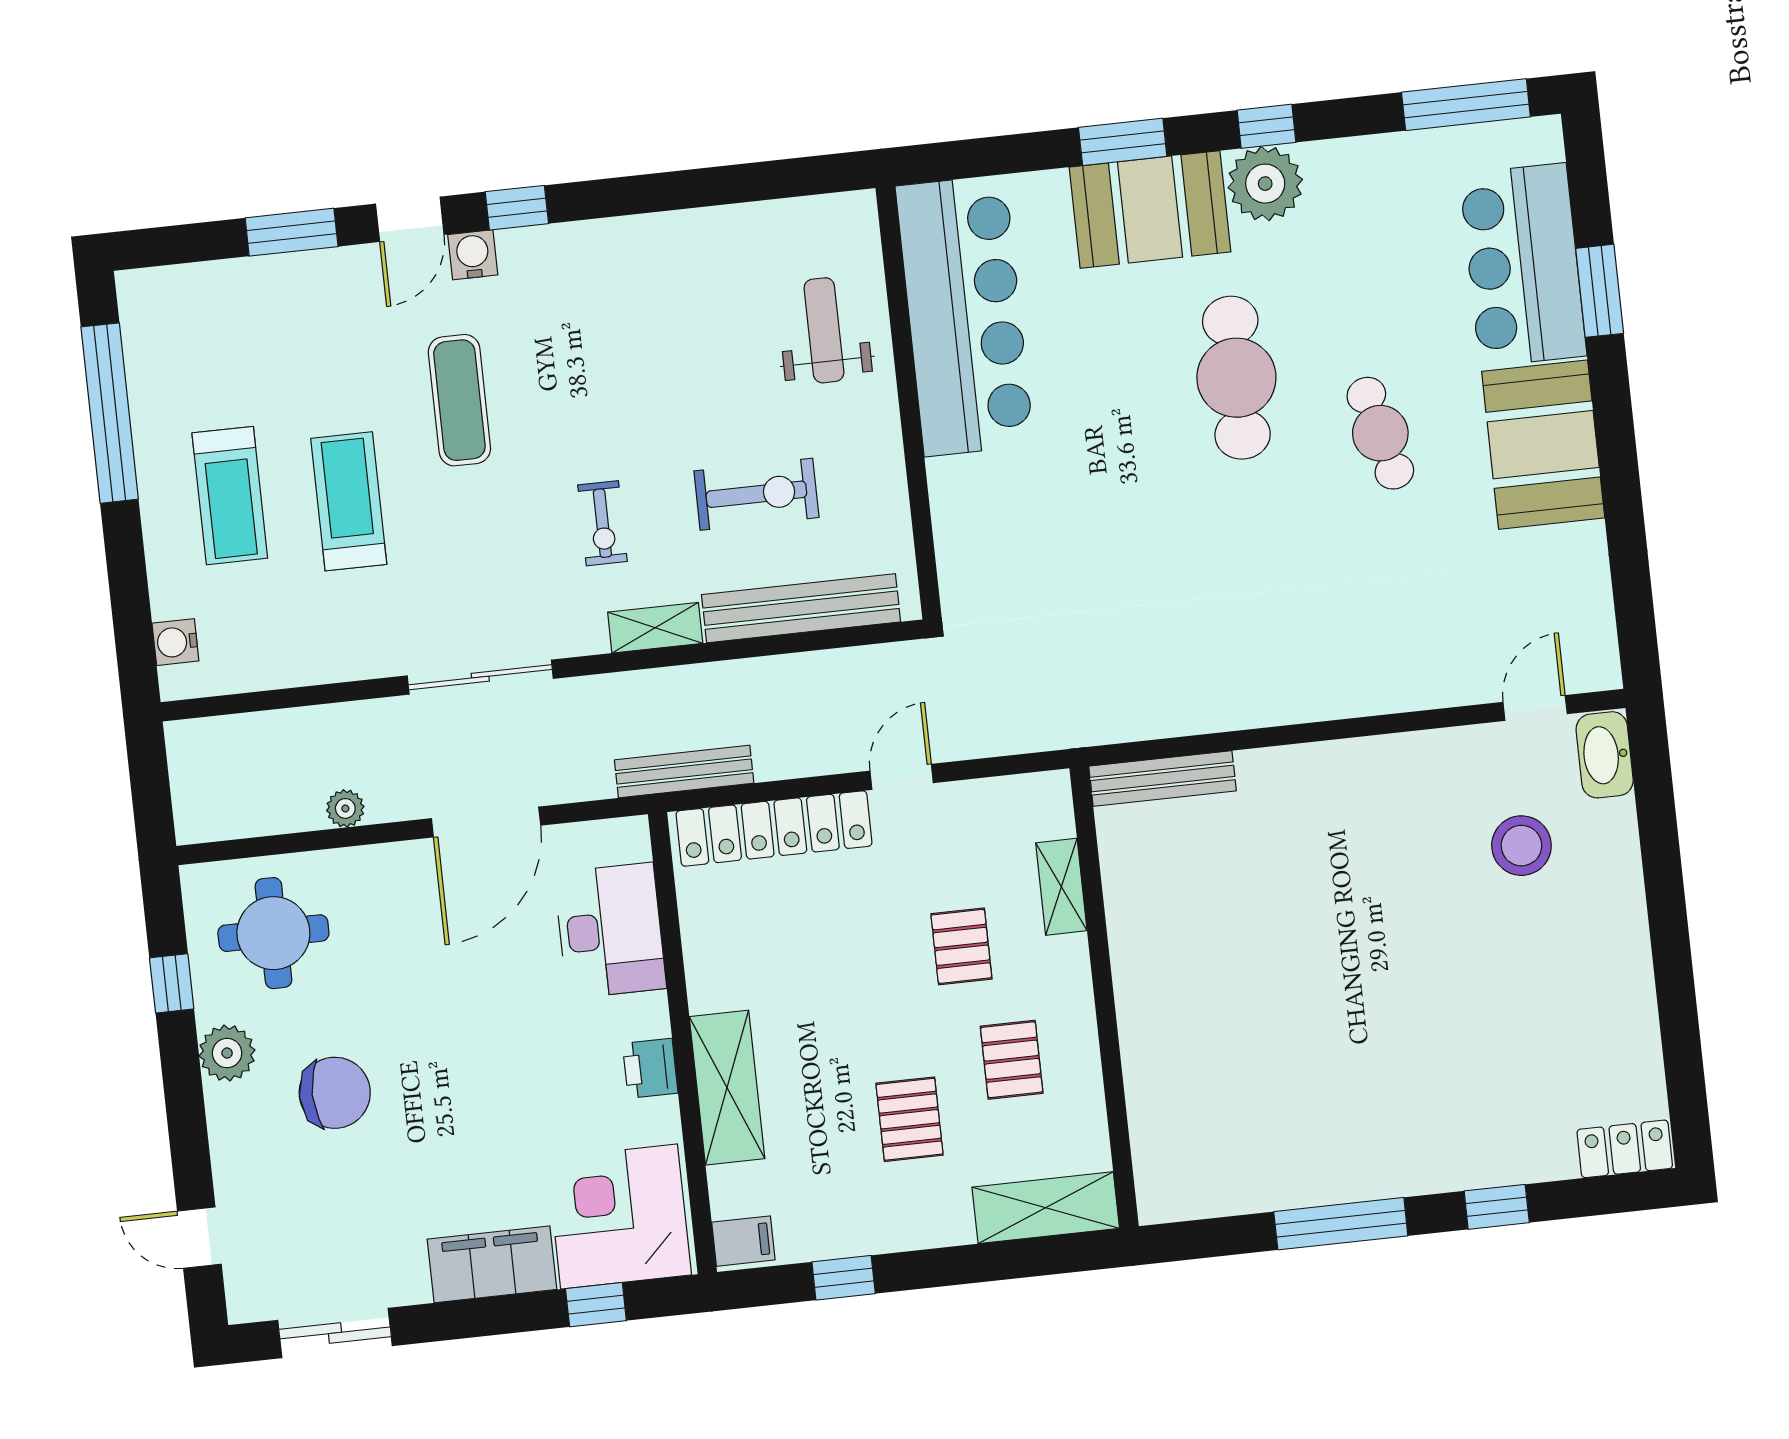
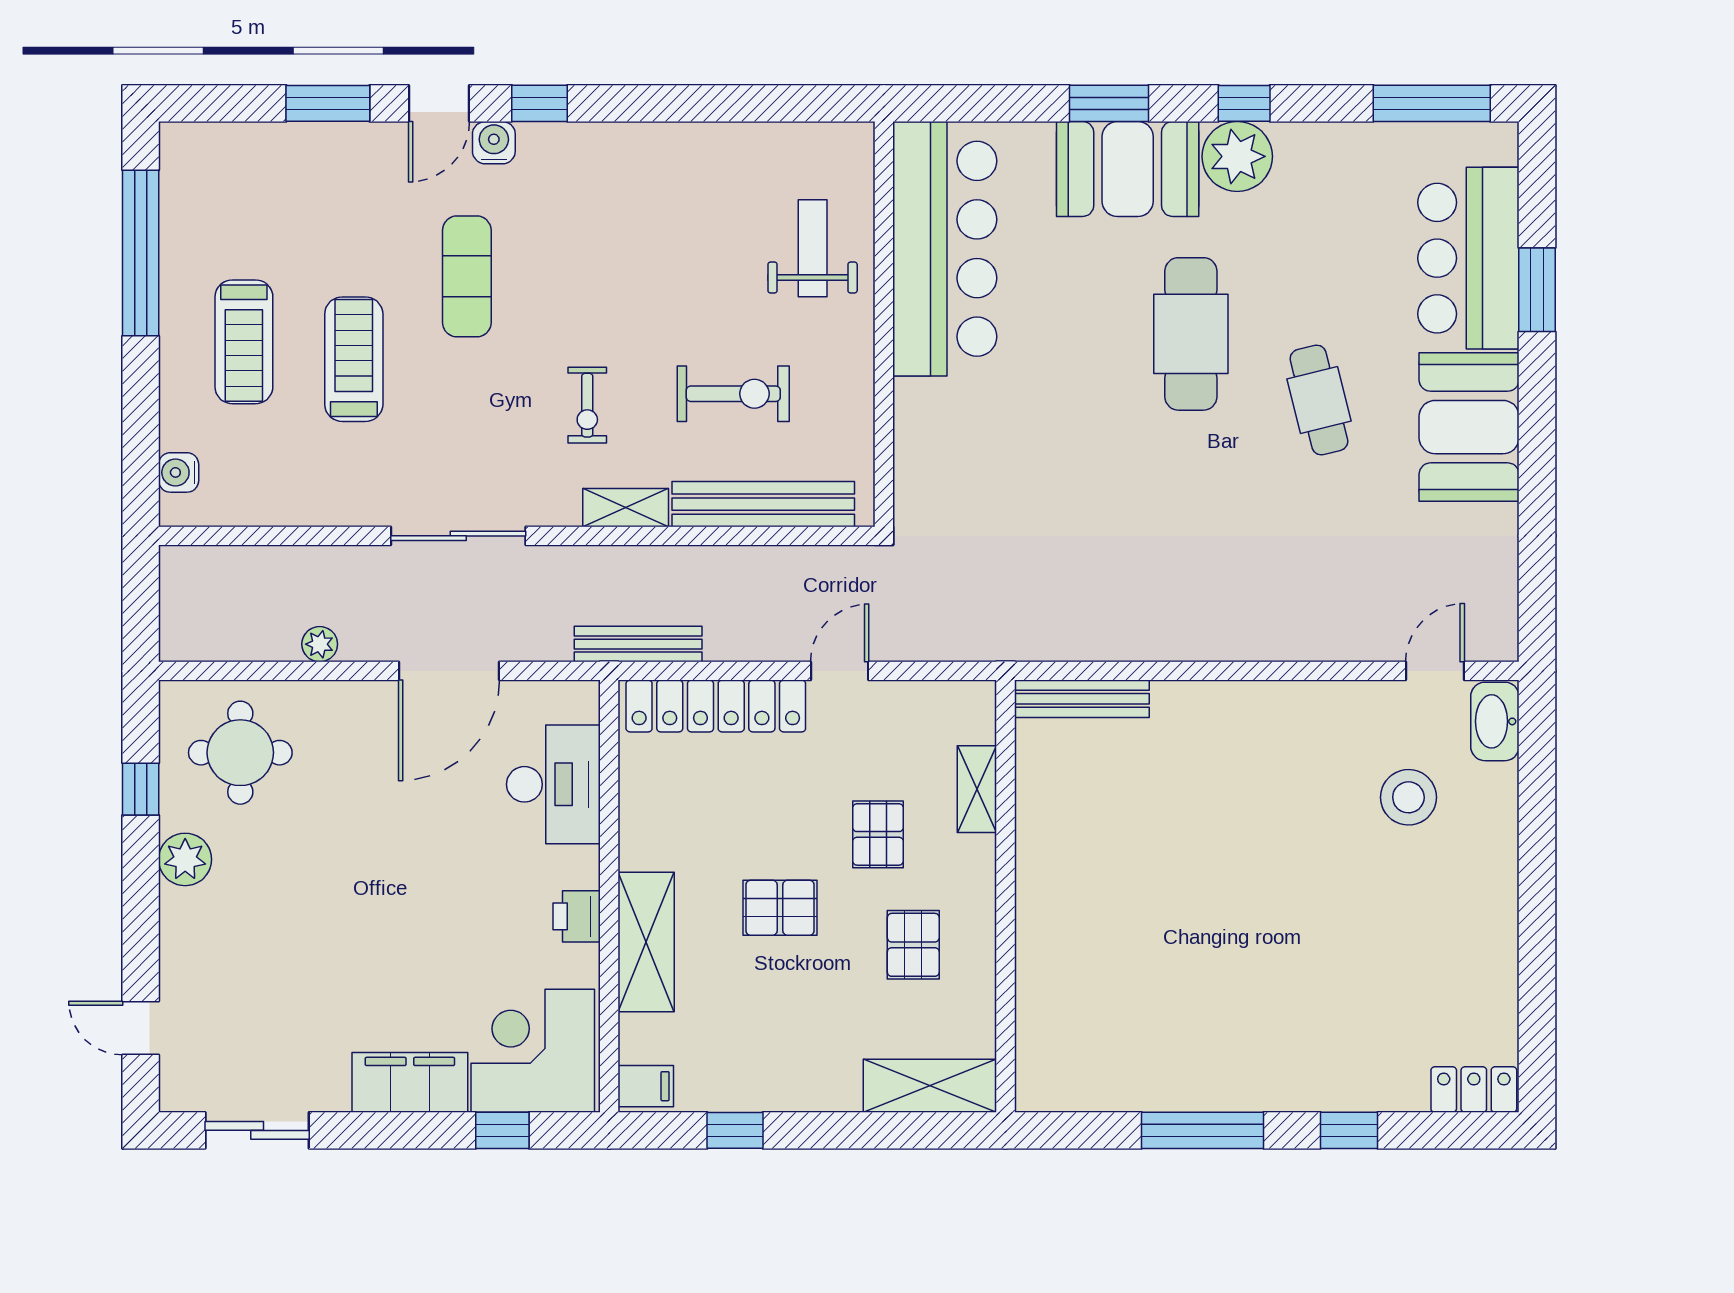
chair: (335, 1093) -> (281, 907), removed
pallet: (910, 1119) -> (780, 908), moved, turned 90

